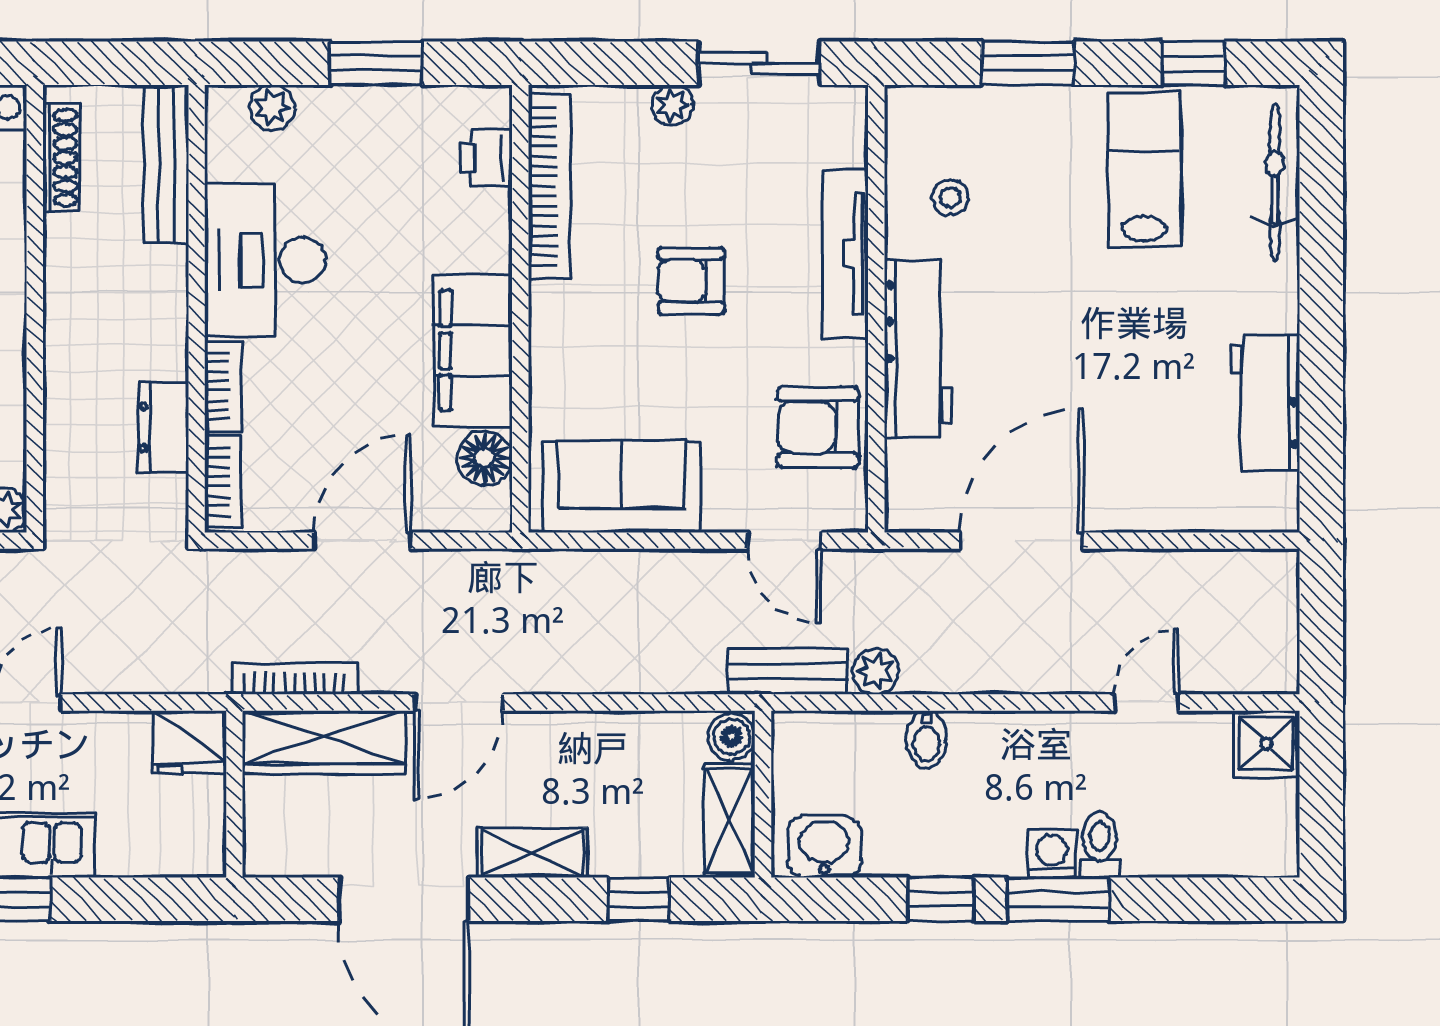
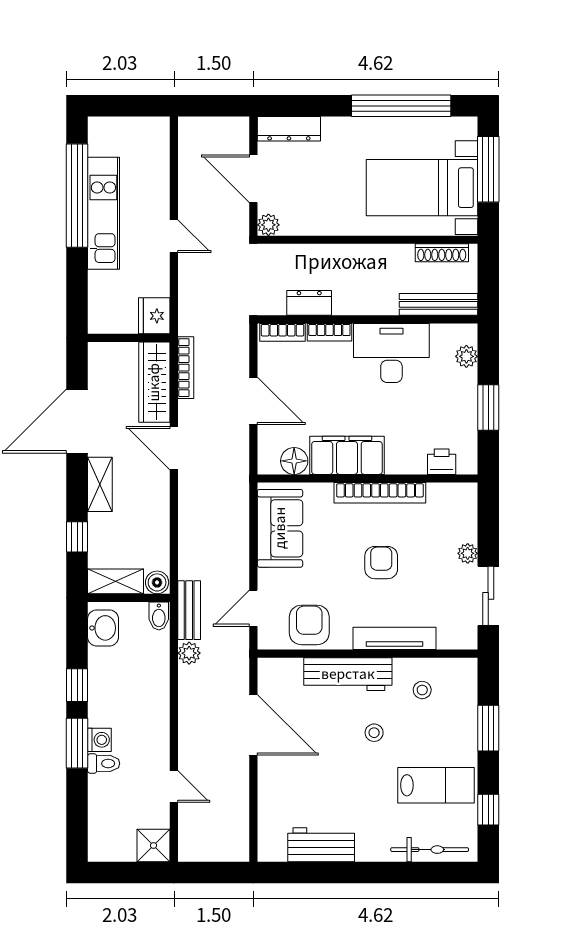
bookcase: (549, 186) -> (380, 493), moved
stool: (1037, 295) -> (374, 733), added
bidet: (926, 739) -> (159, 616), moved, turned -90

